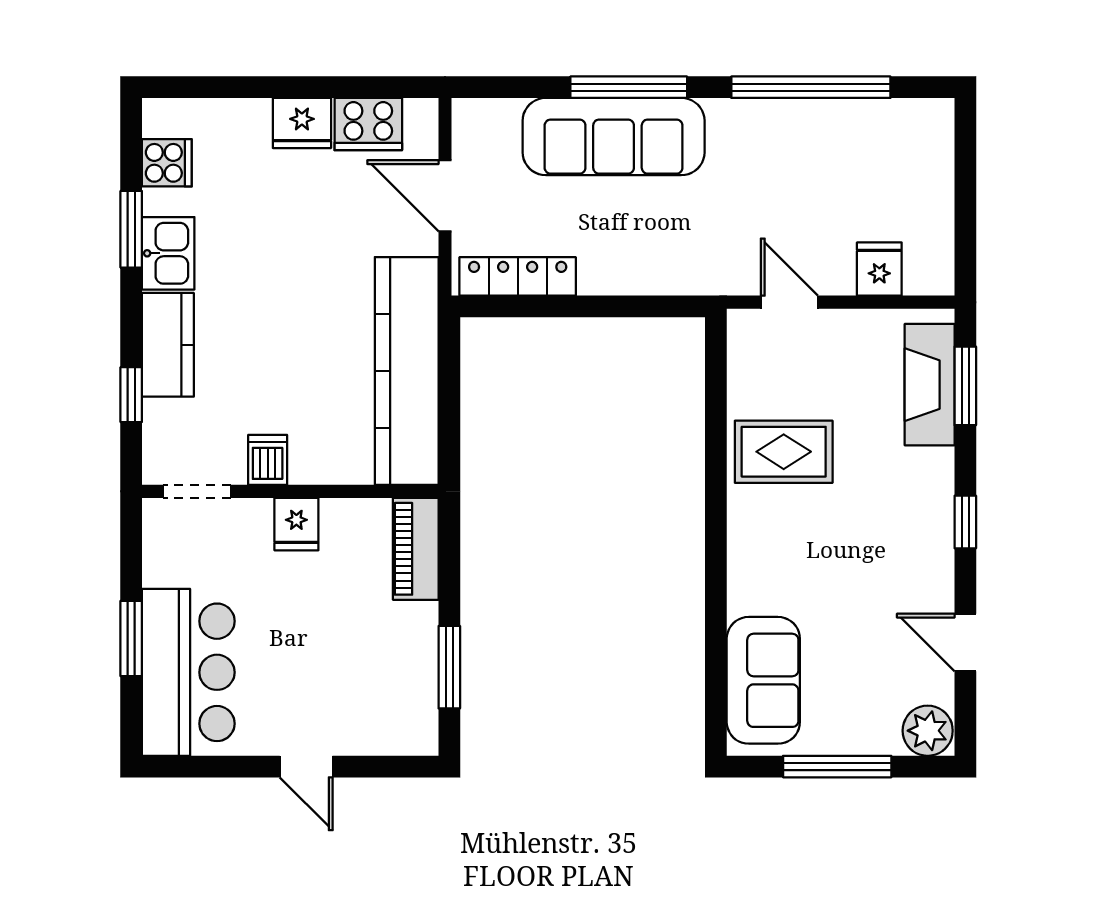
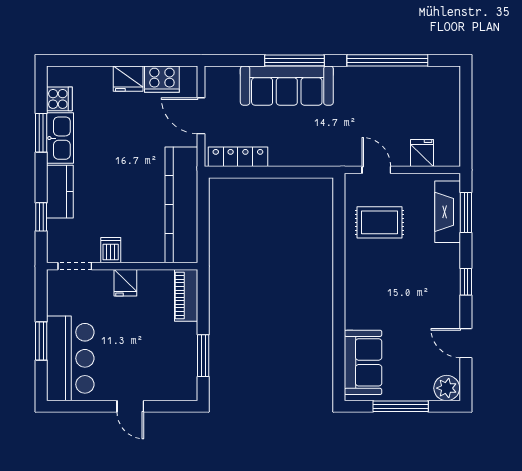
kitchen sink: (168, 253) -> (60, 138), width x1.38
rug: (784, 452) -> (380, 222), moved

